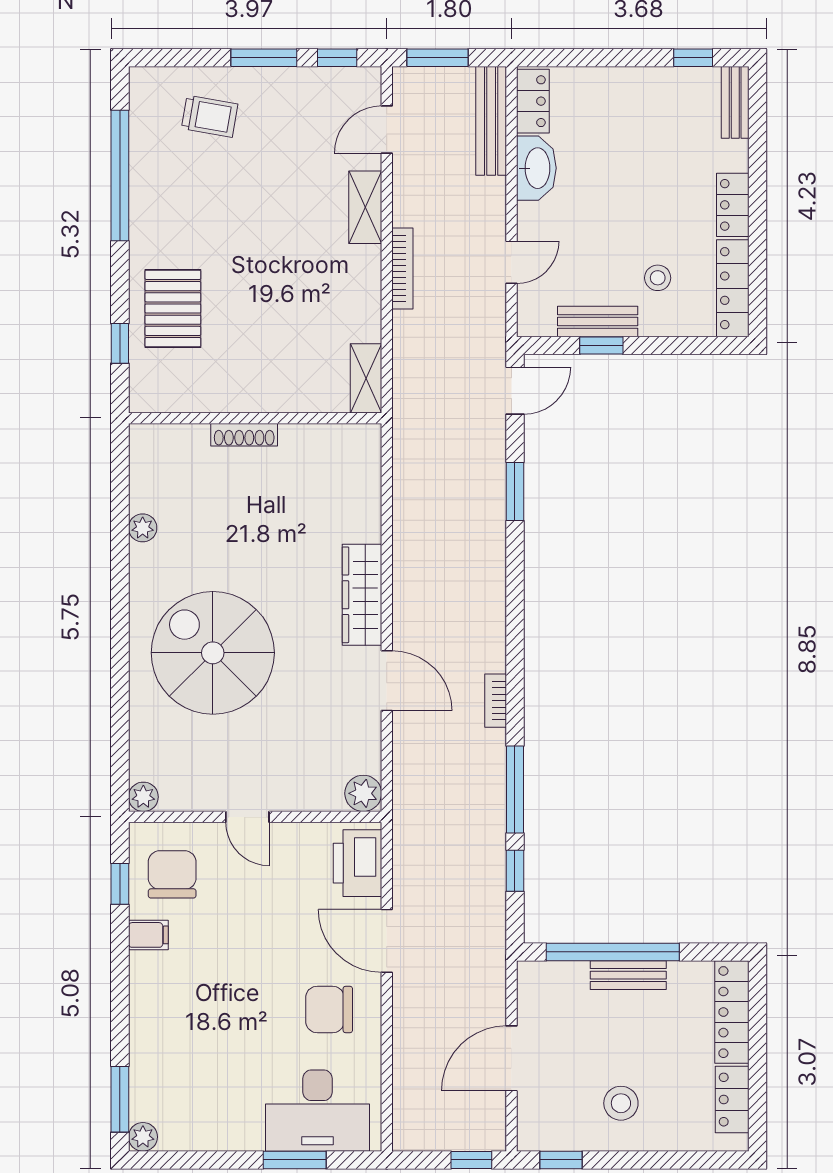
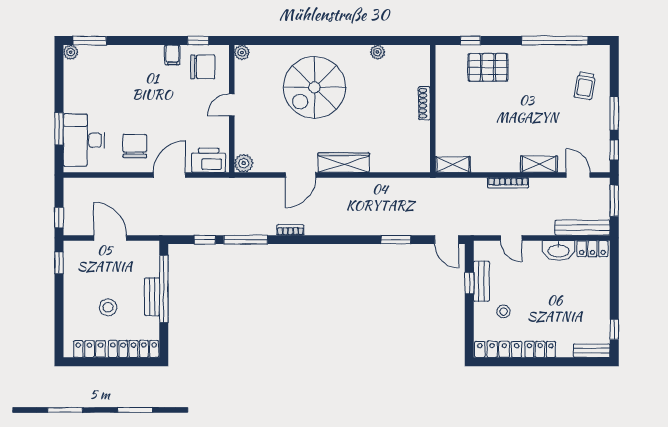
spiral stairs: (213, 653) -> (314, 87), turned 180
stool: (621, 1103) -> (108, 307), moved

